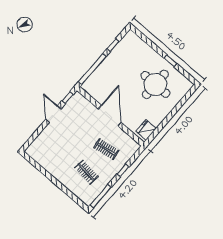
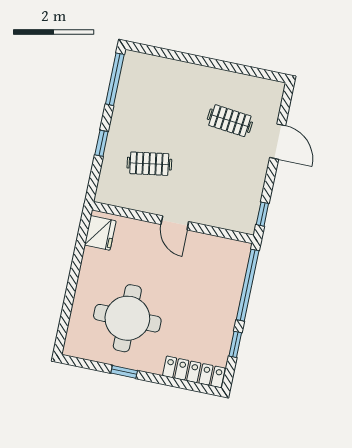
locker: (139, 43) -> (194, 372), added
door: (53, 114) -> (278, 142), moved
door: (110, 116) -> (175, 223), width x0.53
clothes rail: (86, 172) -> (230, 121), moved

